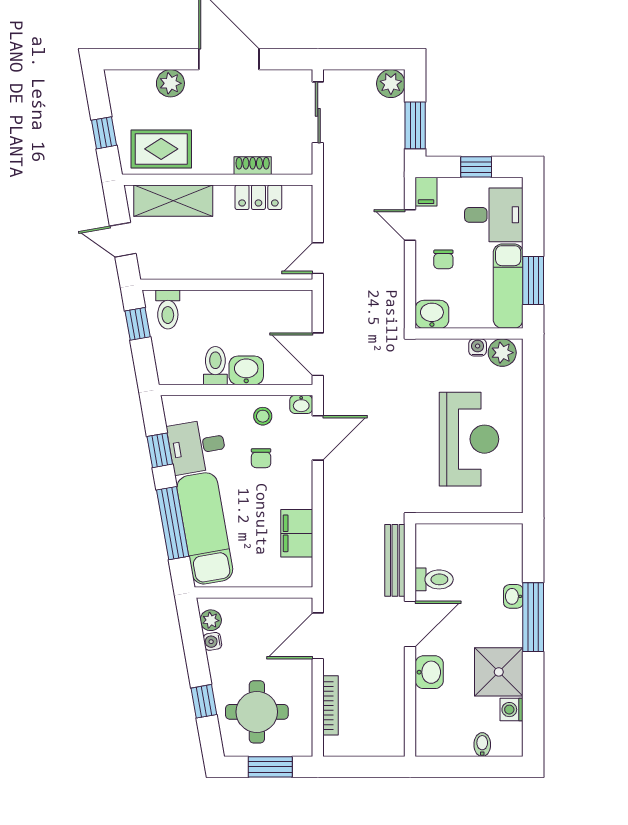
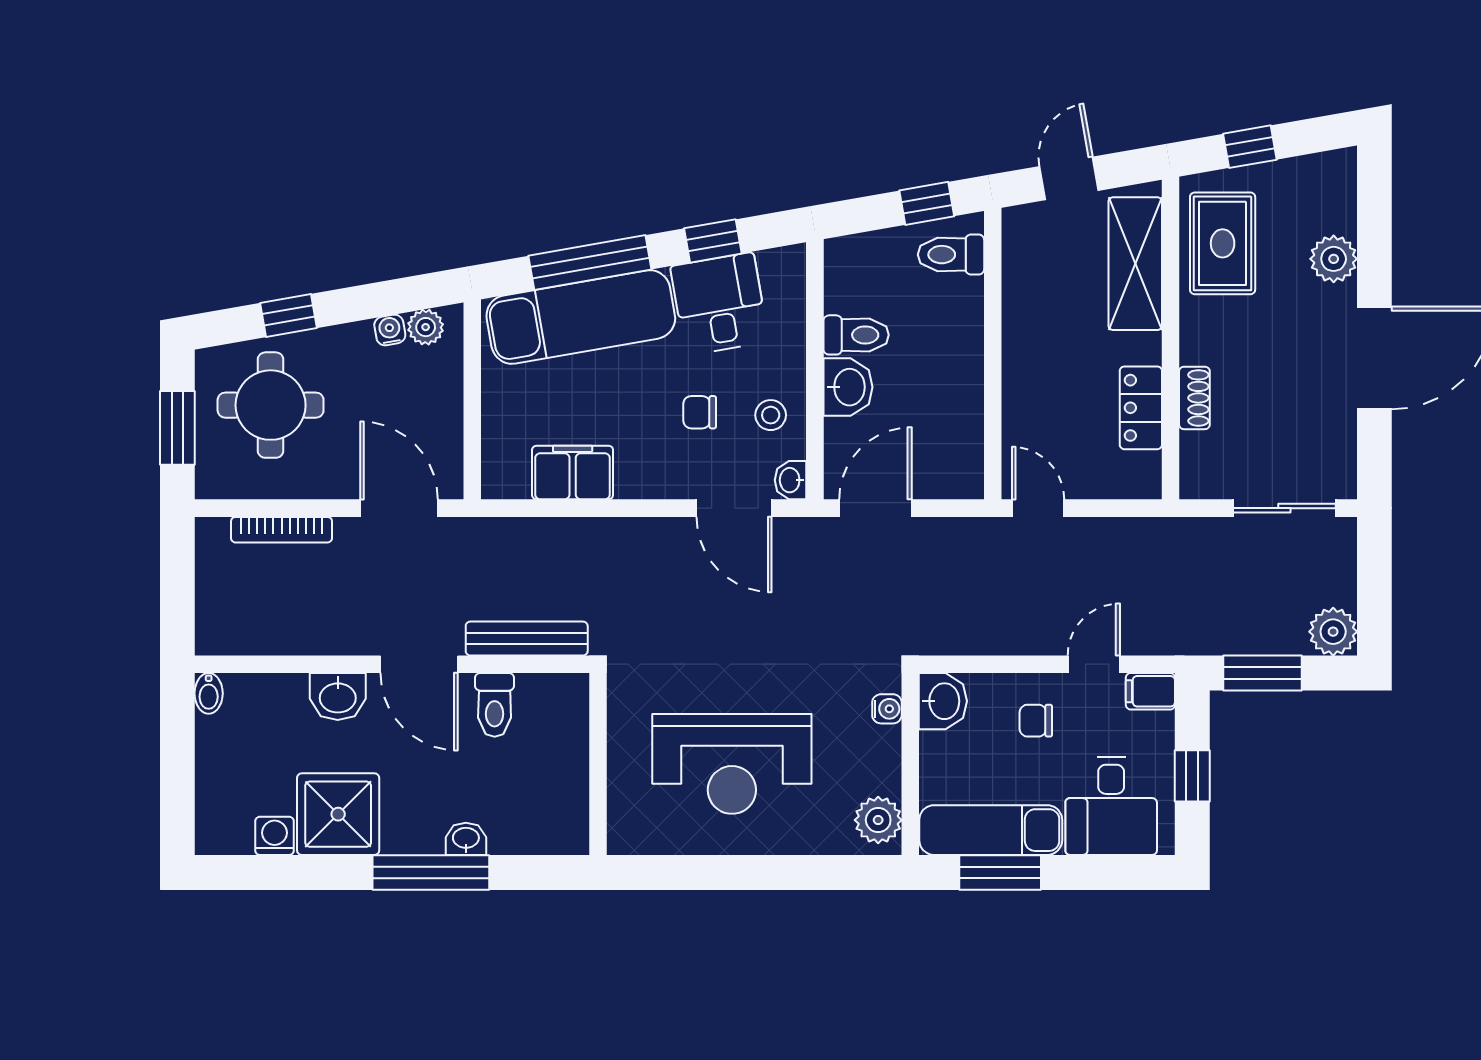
water cooler: (478, 347) -> (887, 709), moved
bidet: (482, 745) -> (209, 693), moved, turned 90

